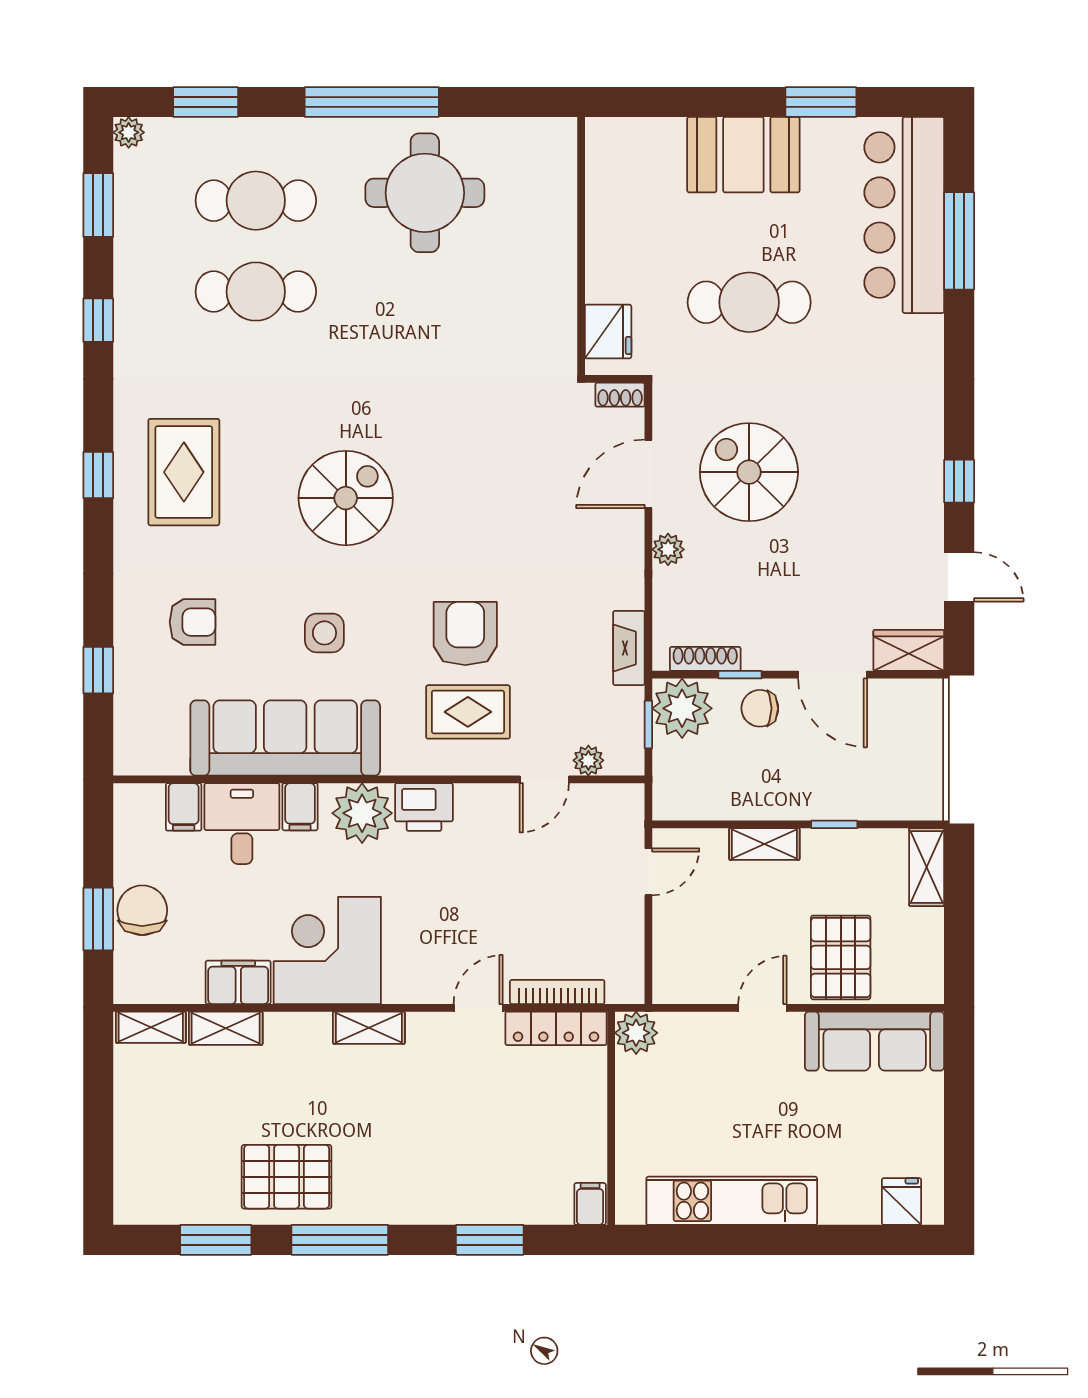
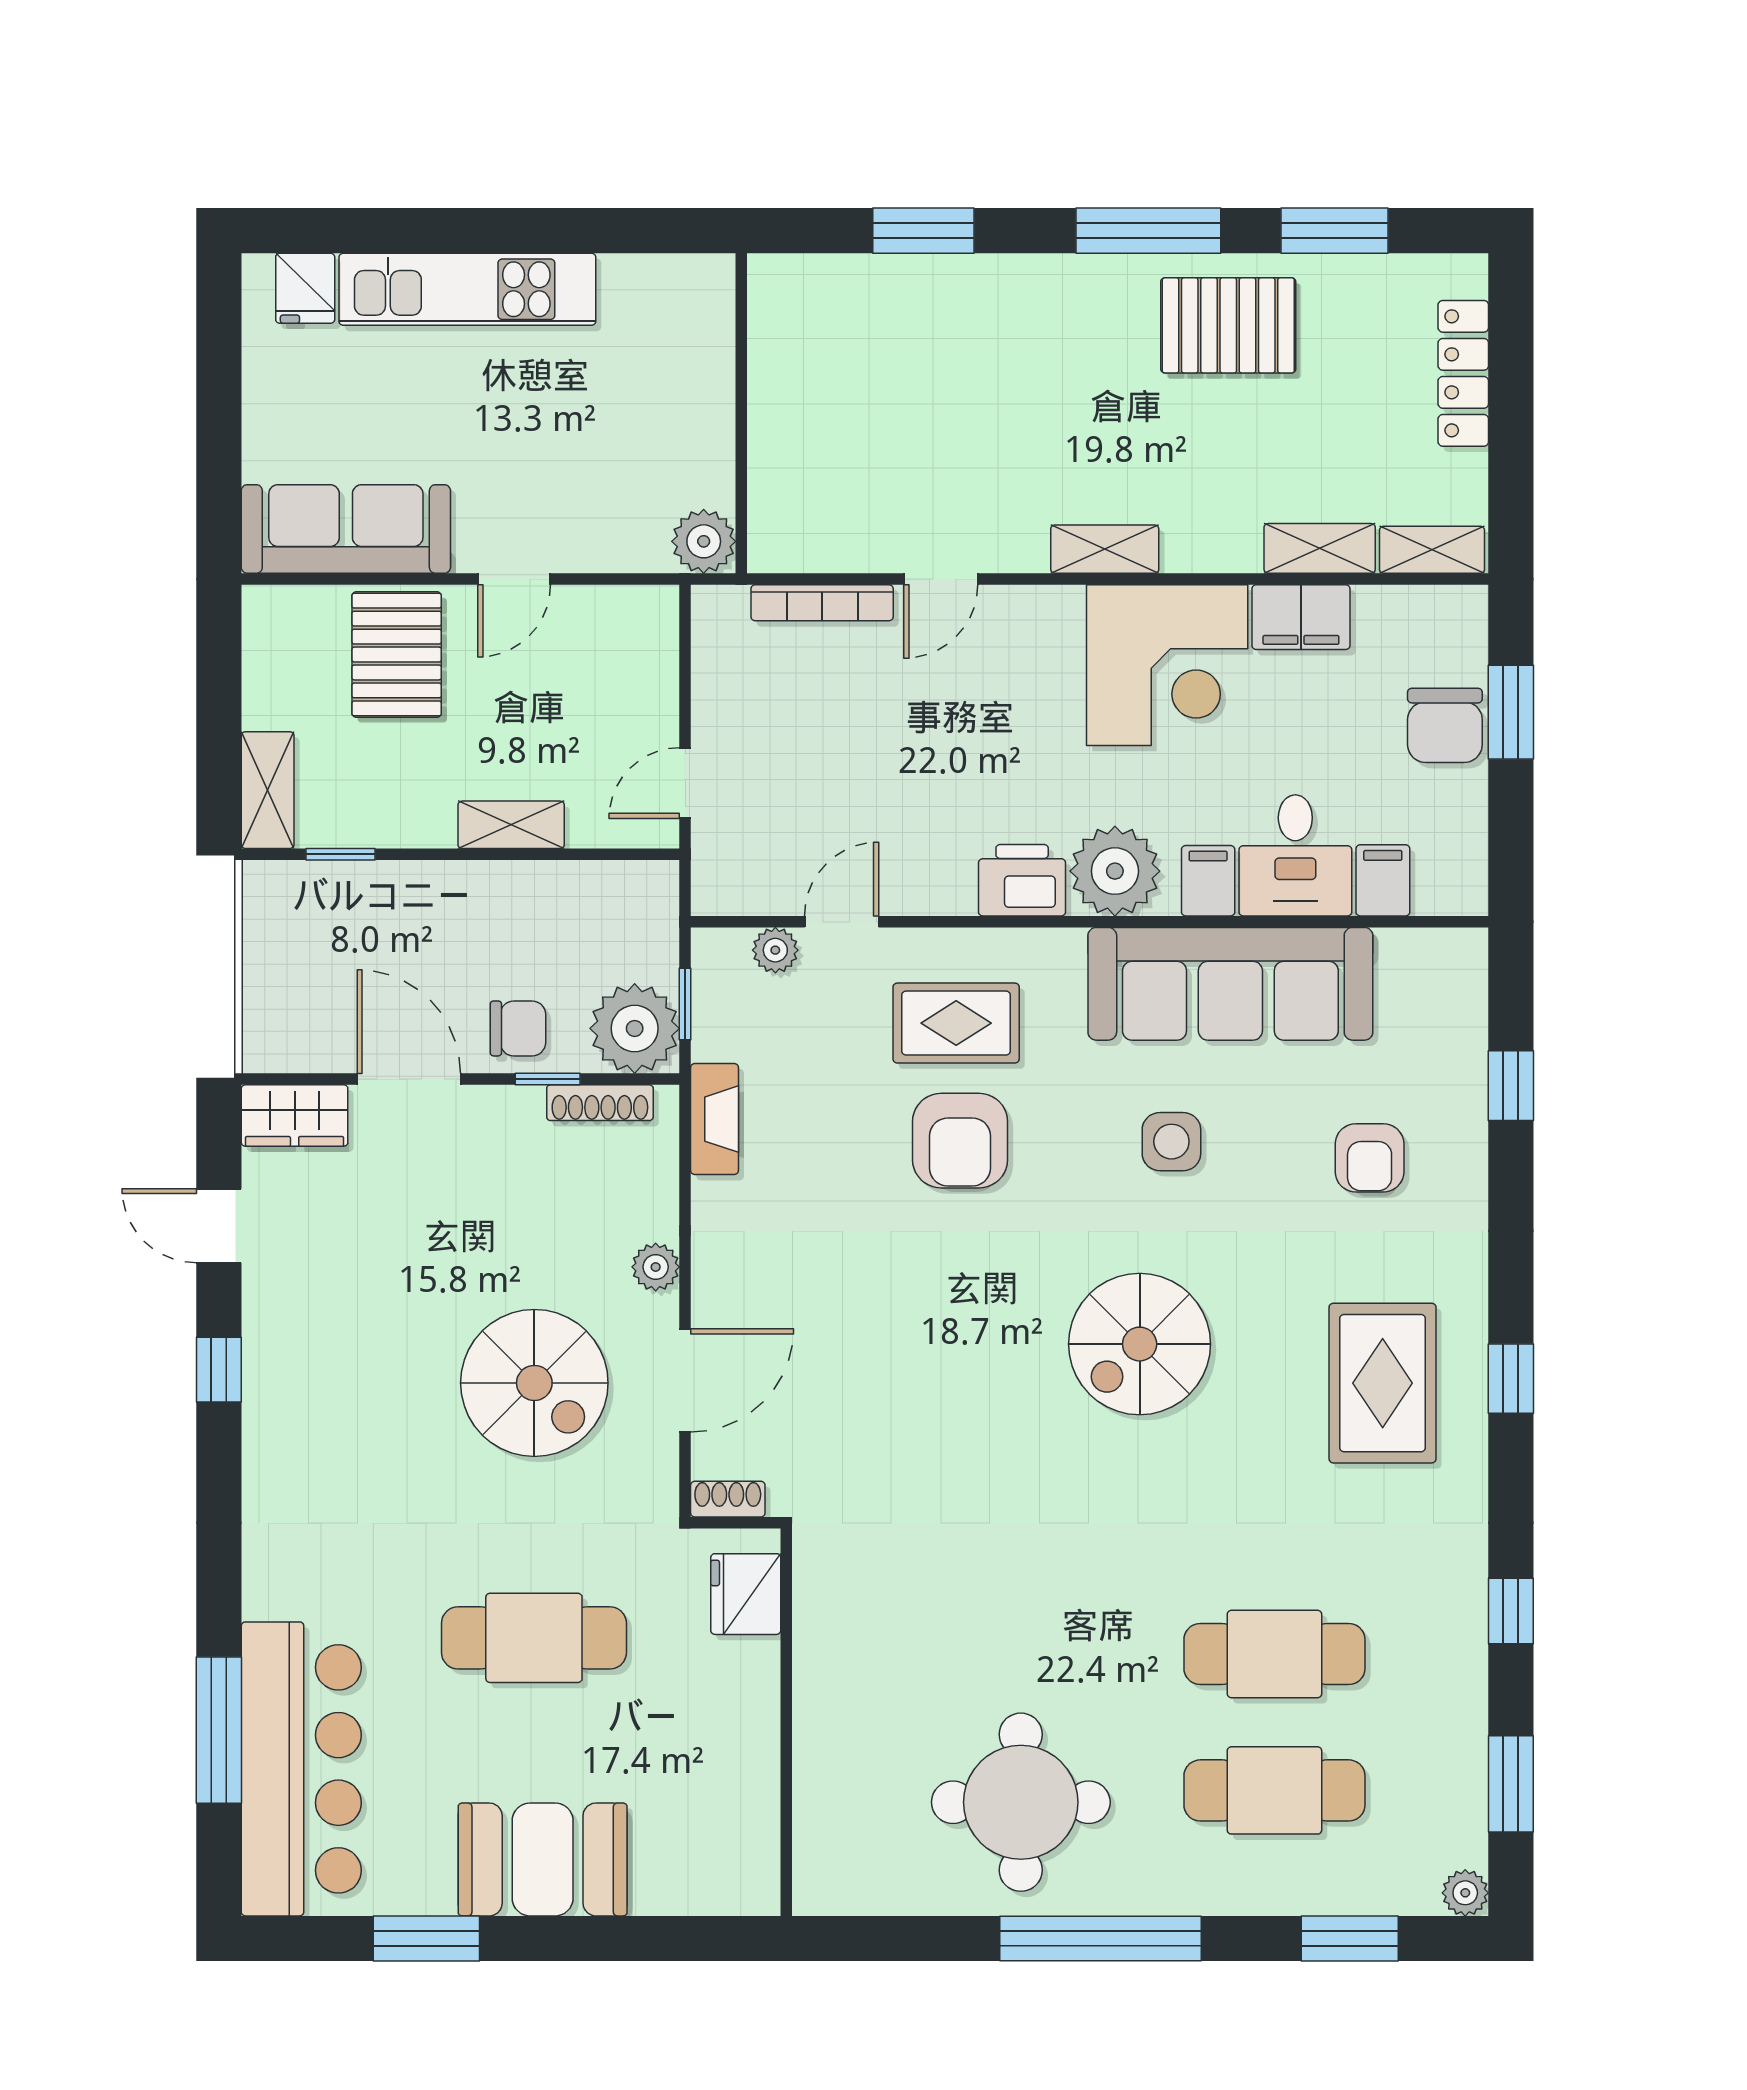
armchair: (192, 622) -> (1370, 1158), turned -90
window: (834, 824) -> (340, 854), moved
locker: (556, 1028) -> (1463, 373), moved, turned -90
kitchen unit: (732, 1201) -> (467, 289), moved
filing cabinet: (590, 1204) -> (773, 285), removed

